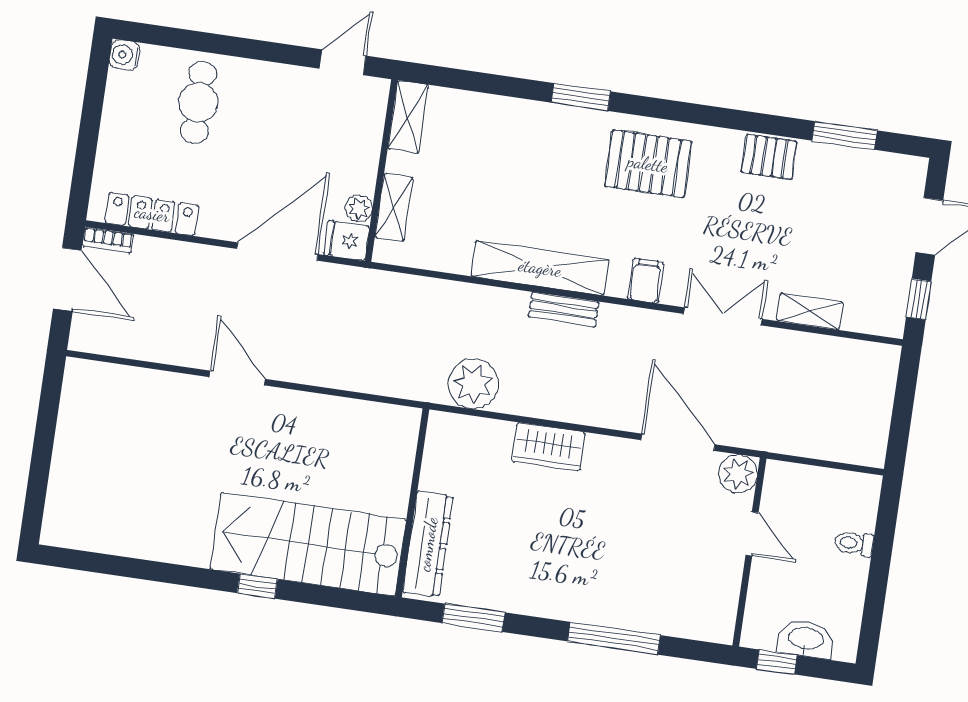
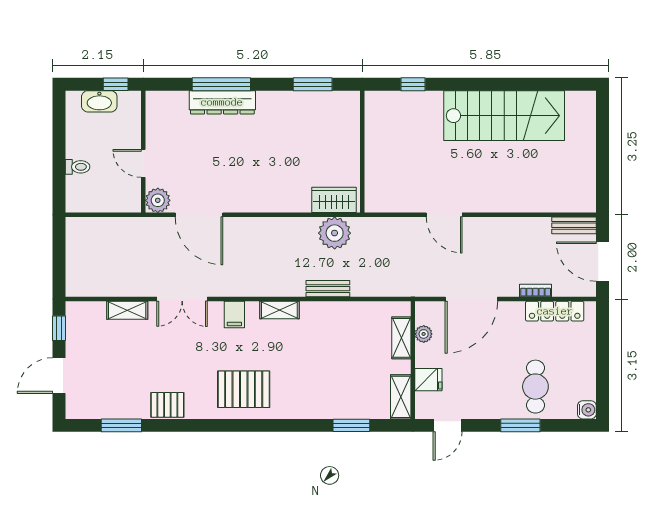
window: (230, 46) -> (520, 425), added
window: (581, 97) -> (351, 425), moved
bookcase: (108, 240) -> (536, 291), moved
fridge: (347, 240) -> (428, 380), moved
shelving: (540, 268) -> (279, 310), width x0.45, depth x0.75
bench: (564, 310) -> (328, 289), moved
bench: (103, 342) -> (574, 225), added
door: (237, 378) -> (444, 215), moved
wardrobe: (548, 447) -> (334, 200), moved
stairs: (308, 544) -> (504, 116), moved
dresser: (428, 544) -> (222, 102), moved, turned -90
window: (257, 586) -> (413, 84), moved

